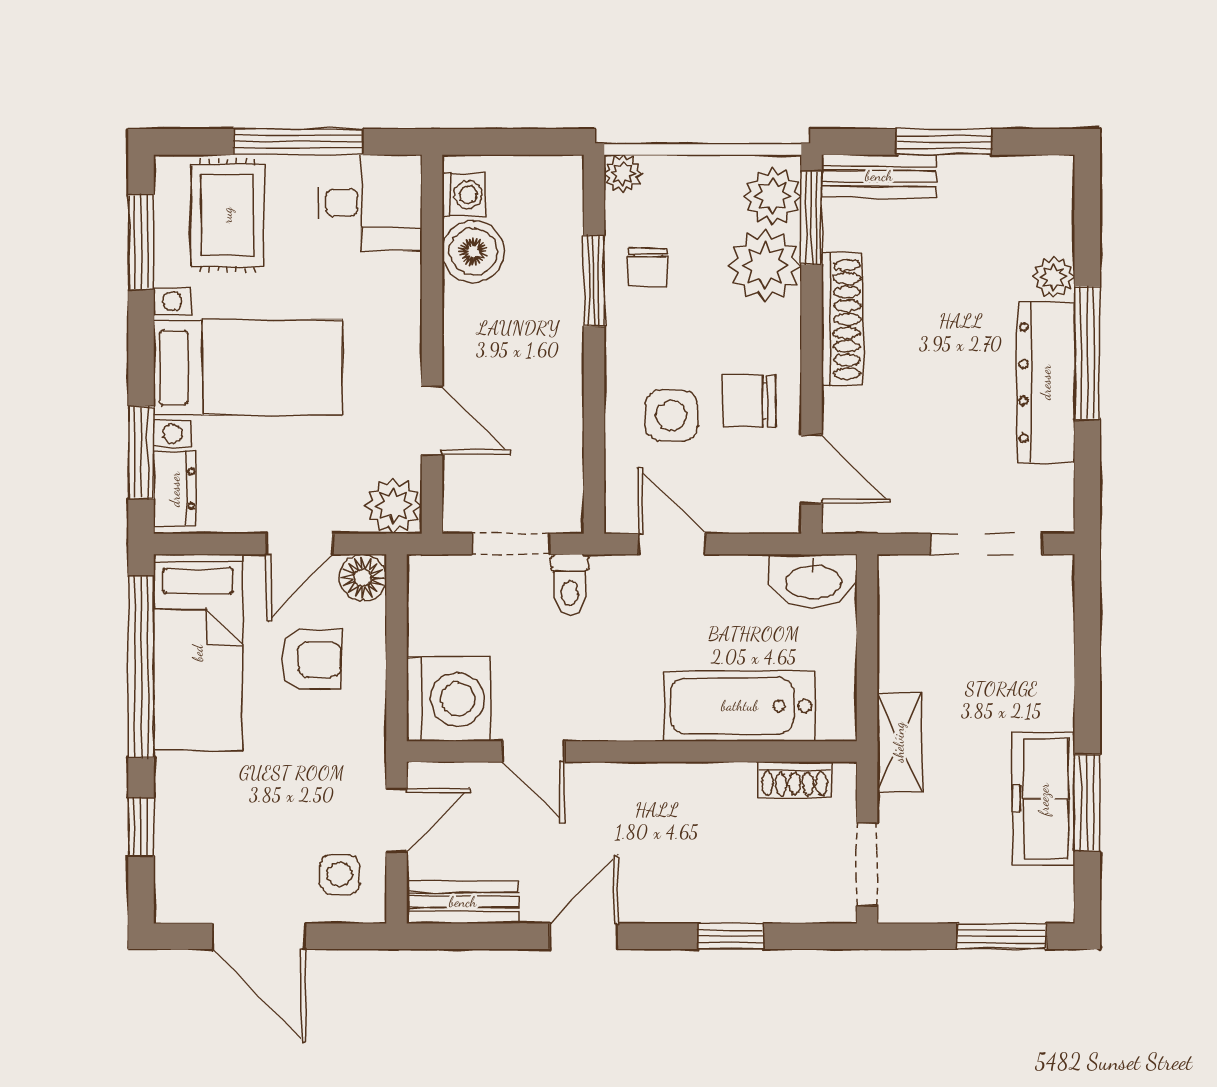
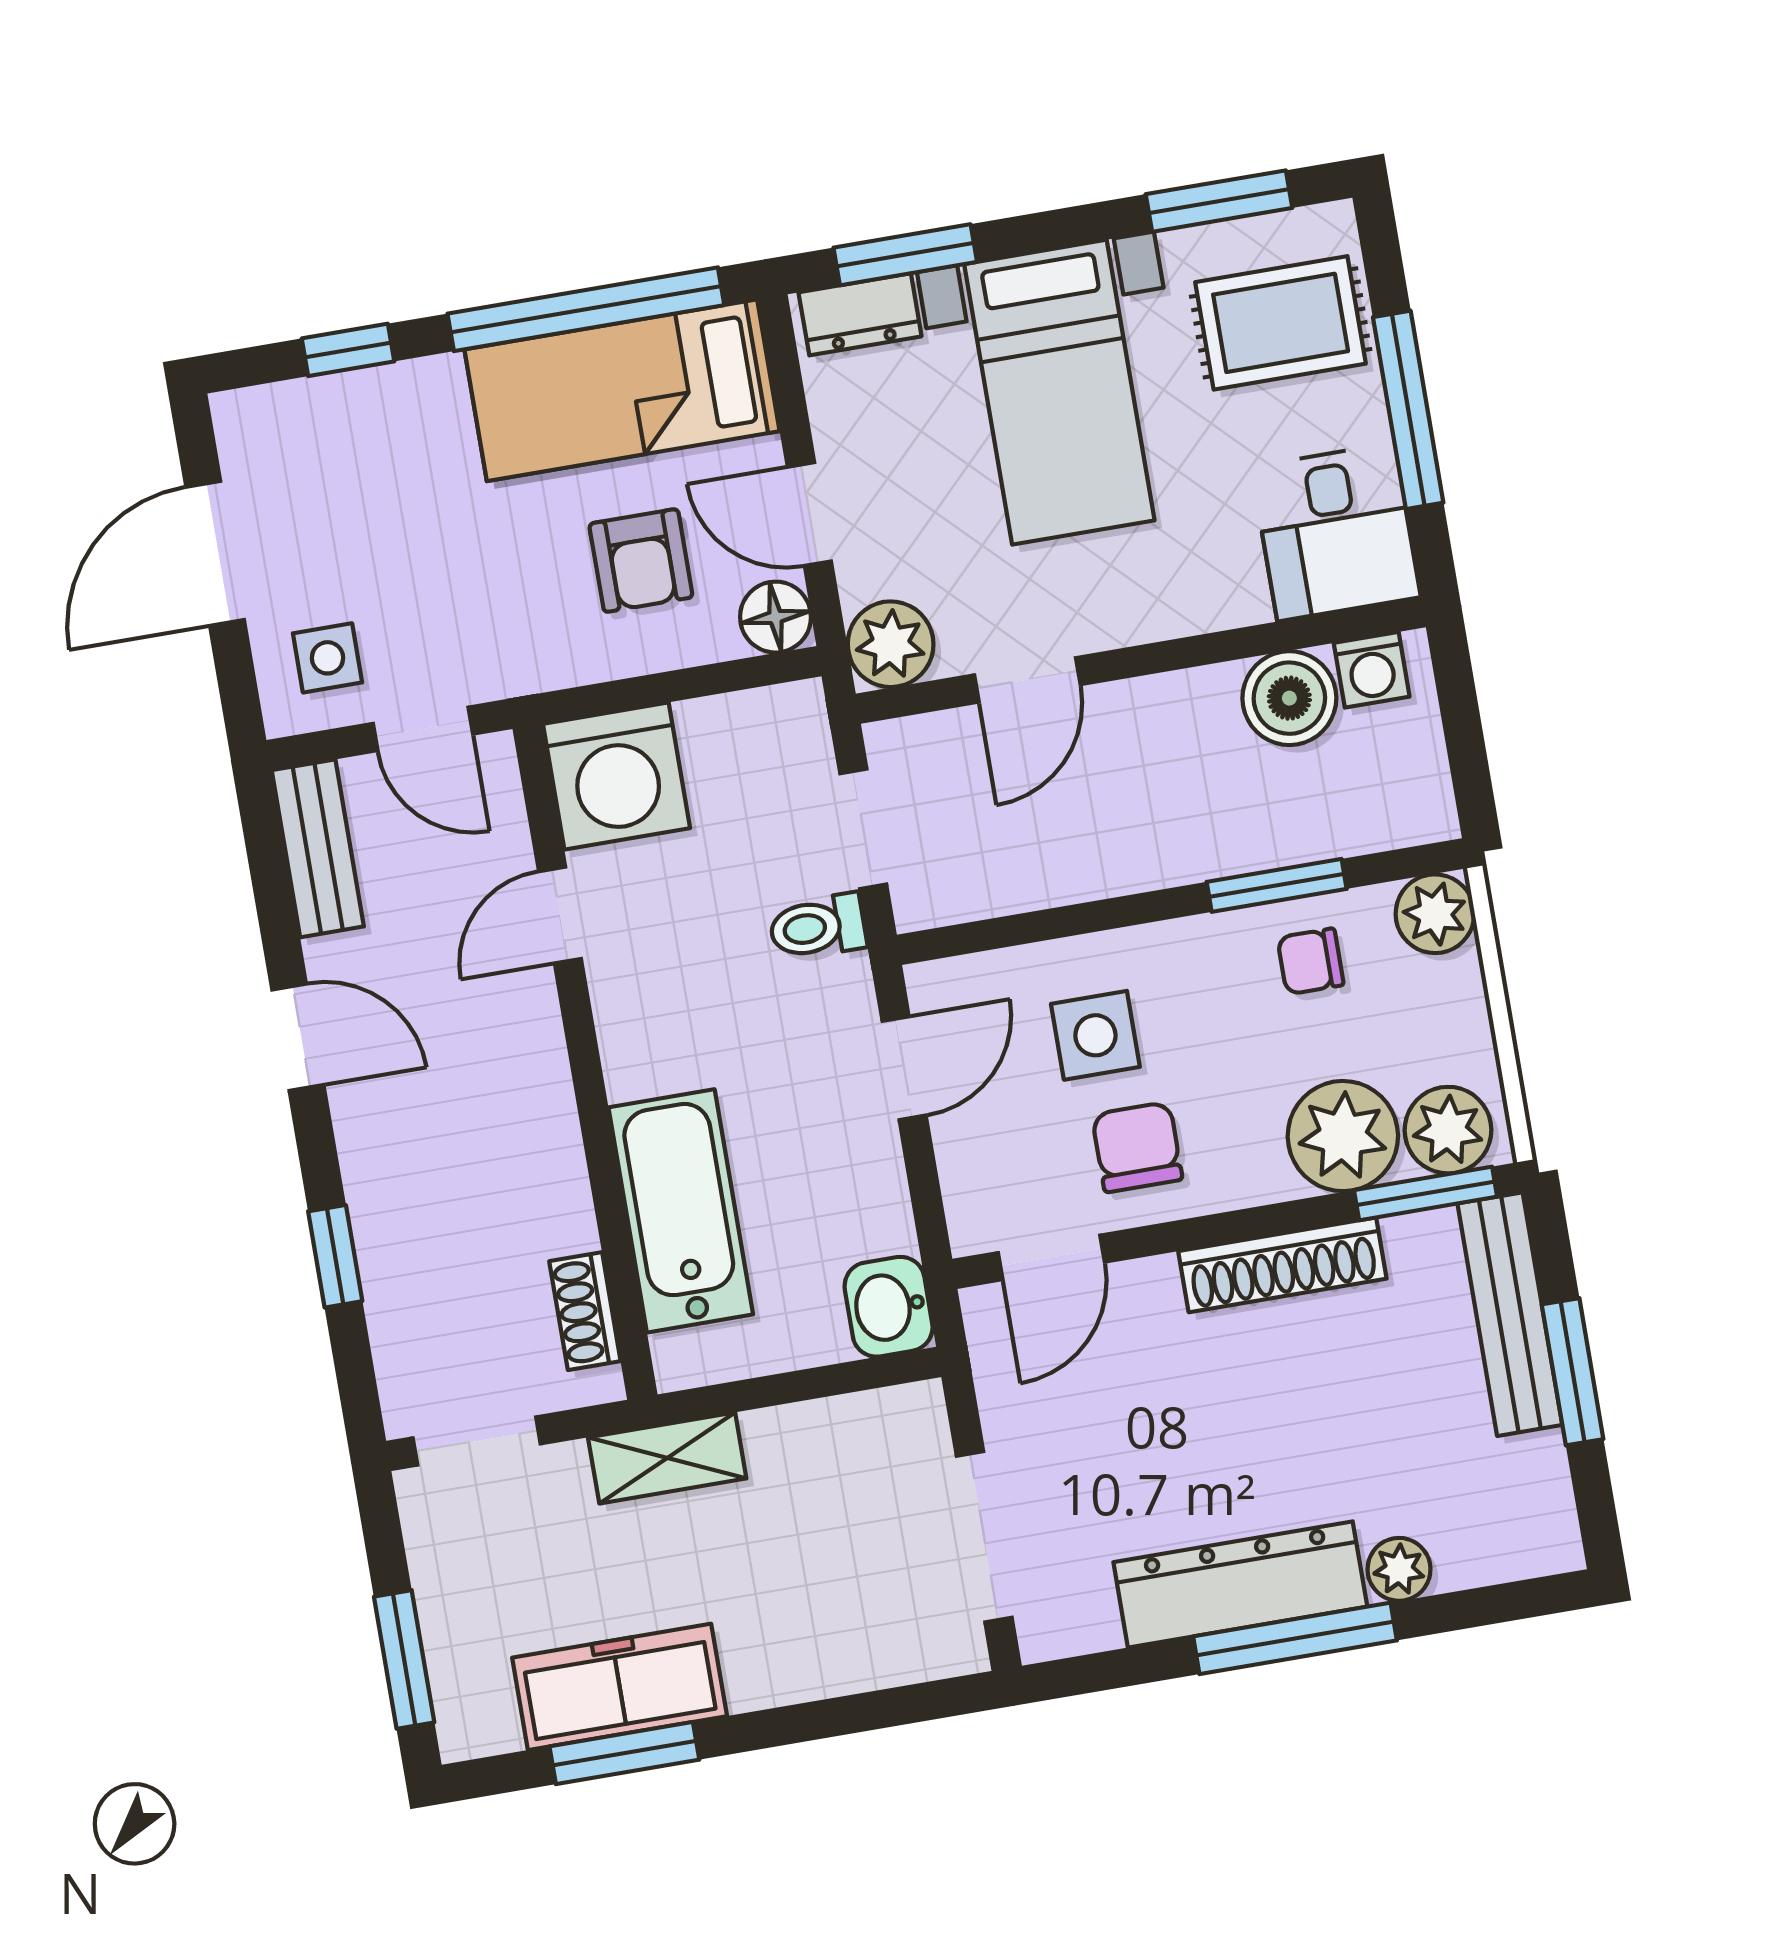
plant: (623, 173) -> (1435, 914), width x1.38, depth x1.38
bench: (879, 176) -> (1510, 1314), width x1.36
washbasin: (813, 581) -> (889, 1307), width x0.72

